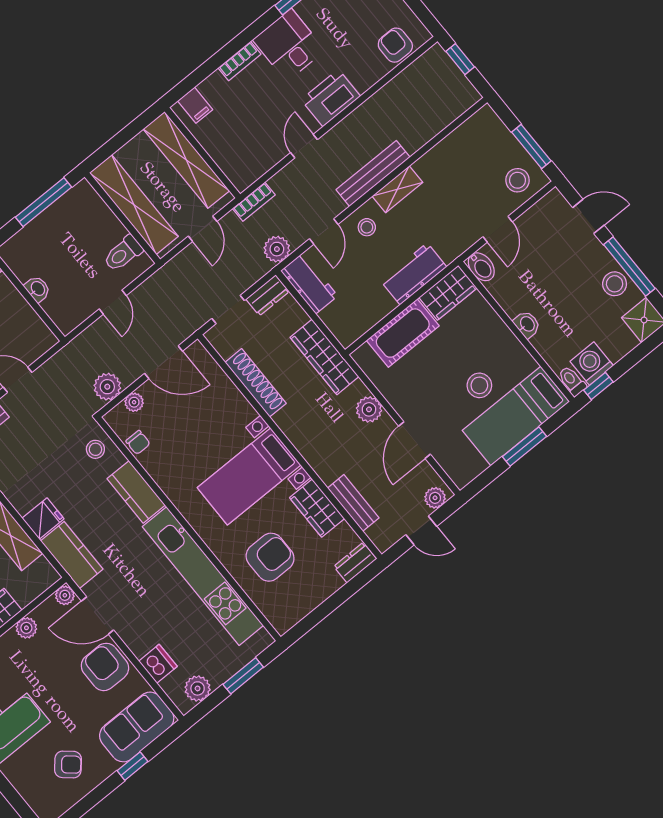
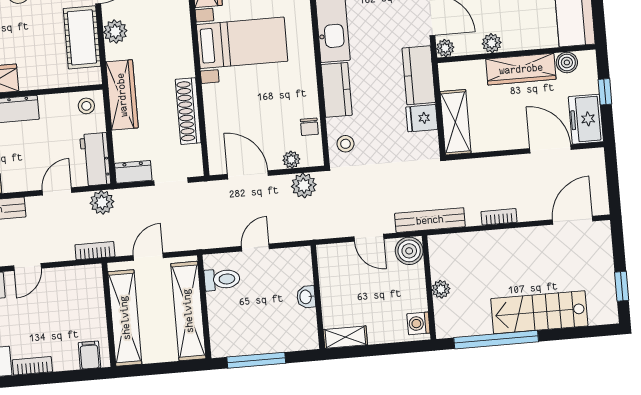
stool: (367, 227) -> (86, 106), moved
cot: (403, 333) -> (82, 37), moved, turned 90
chair: (138, 442) -> (309, 127), turned 180

